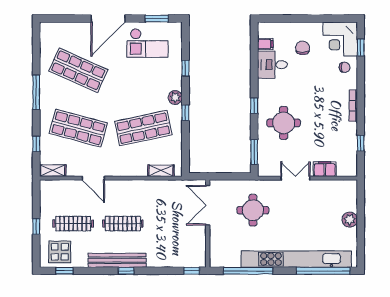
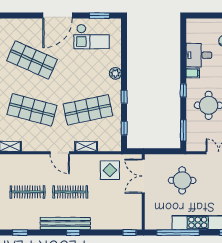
filing cabinet: (265, 44) -> (193, 73), moved
window: (185, 68) -> (124, 128), moved
plant: (175, 97) -> (115, 73), moved
shelving: (161, 171) -> (86, 146), moved
door: (93, 178) -> (60, 153), moved
display table: (60, 252) -> (110, 170), moved

